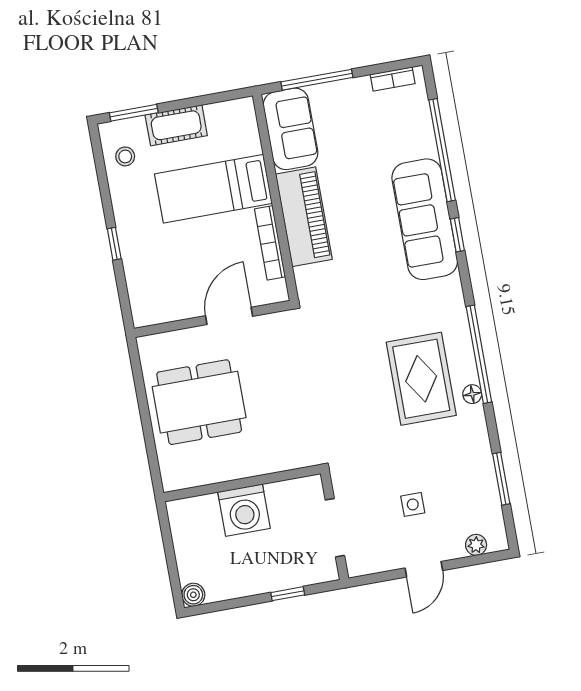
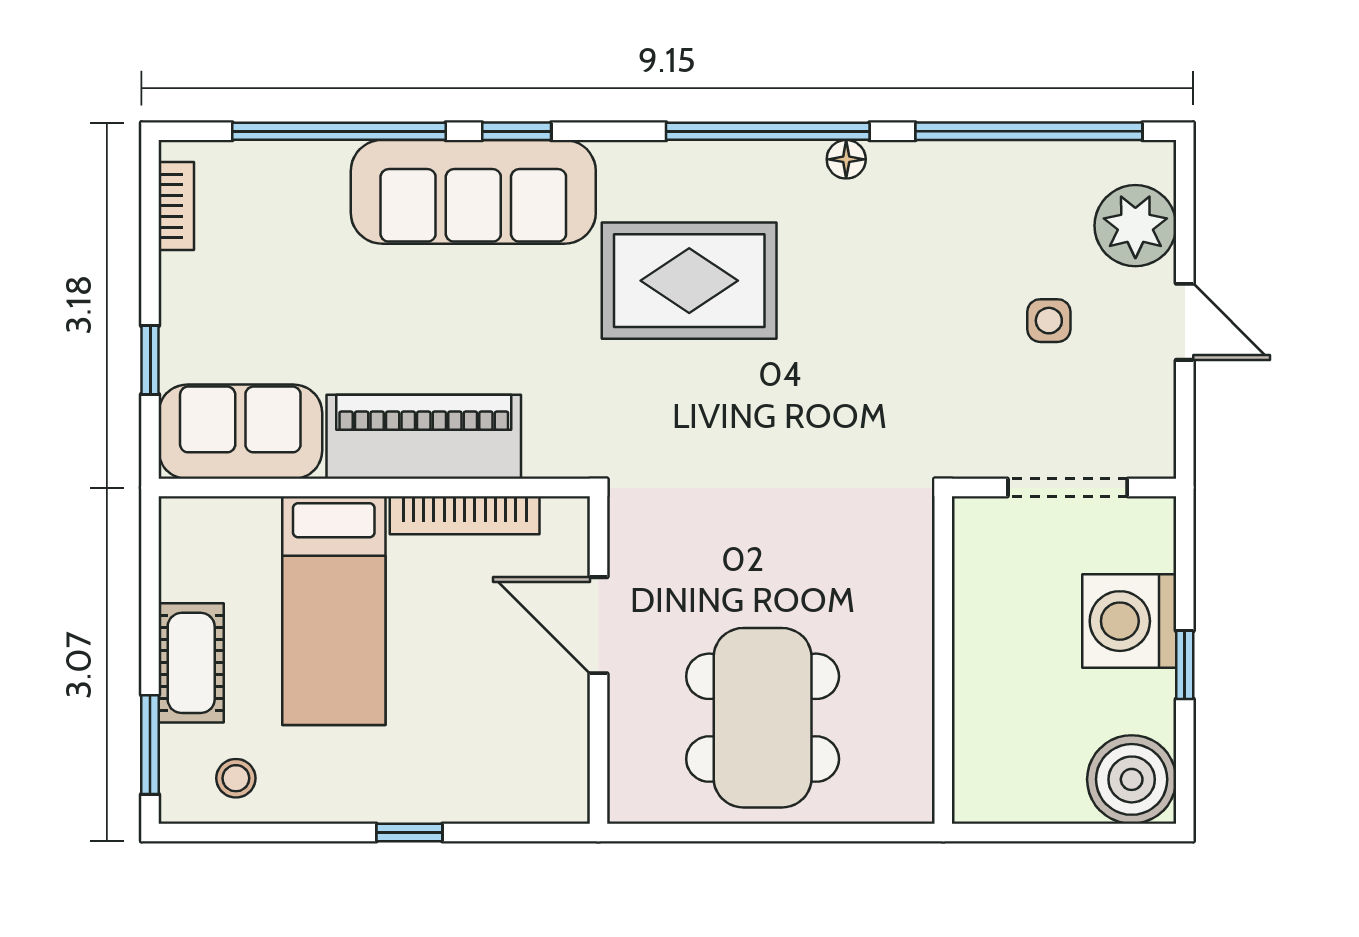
window: (317, 80) -> (150, 360), width x0.46
rug: (421, 379) -> (689, 281), moved
window: (501, 479) -> (1029, 131), width x2.11
washing machine: (244, 510) -> (1129, 621), moved, turned 180
plant: (476, 545) -> (1135, 226), width x1.87, depth x1.87
window: (288, 594) -> (1185, 665), moved
boiler: (193, 595) -> (1132, 779), width x1.86, depth x1.86

